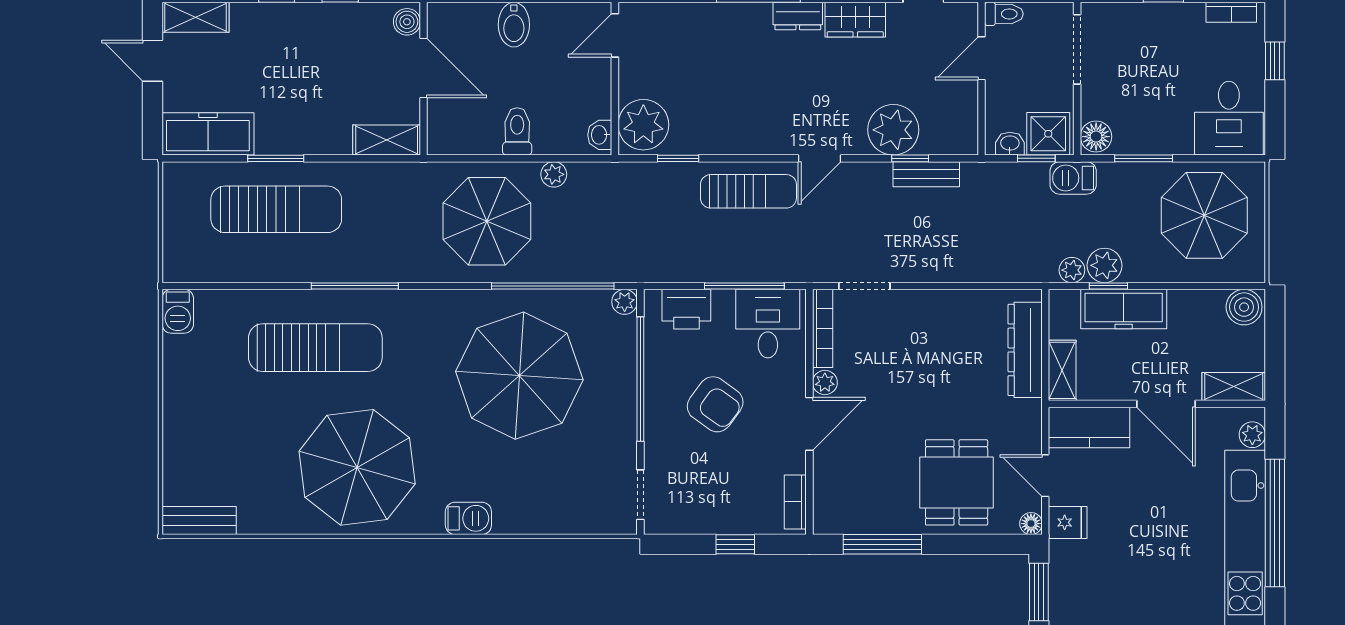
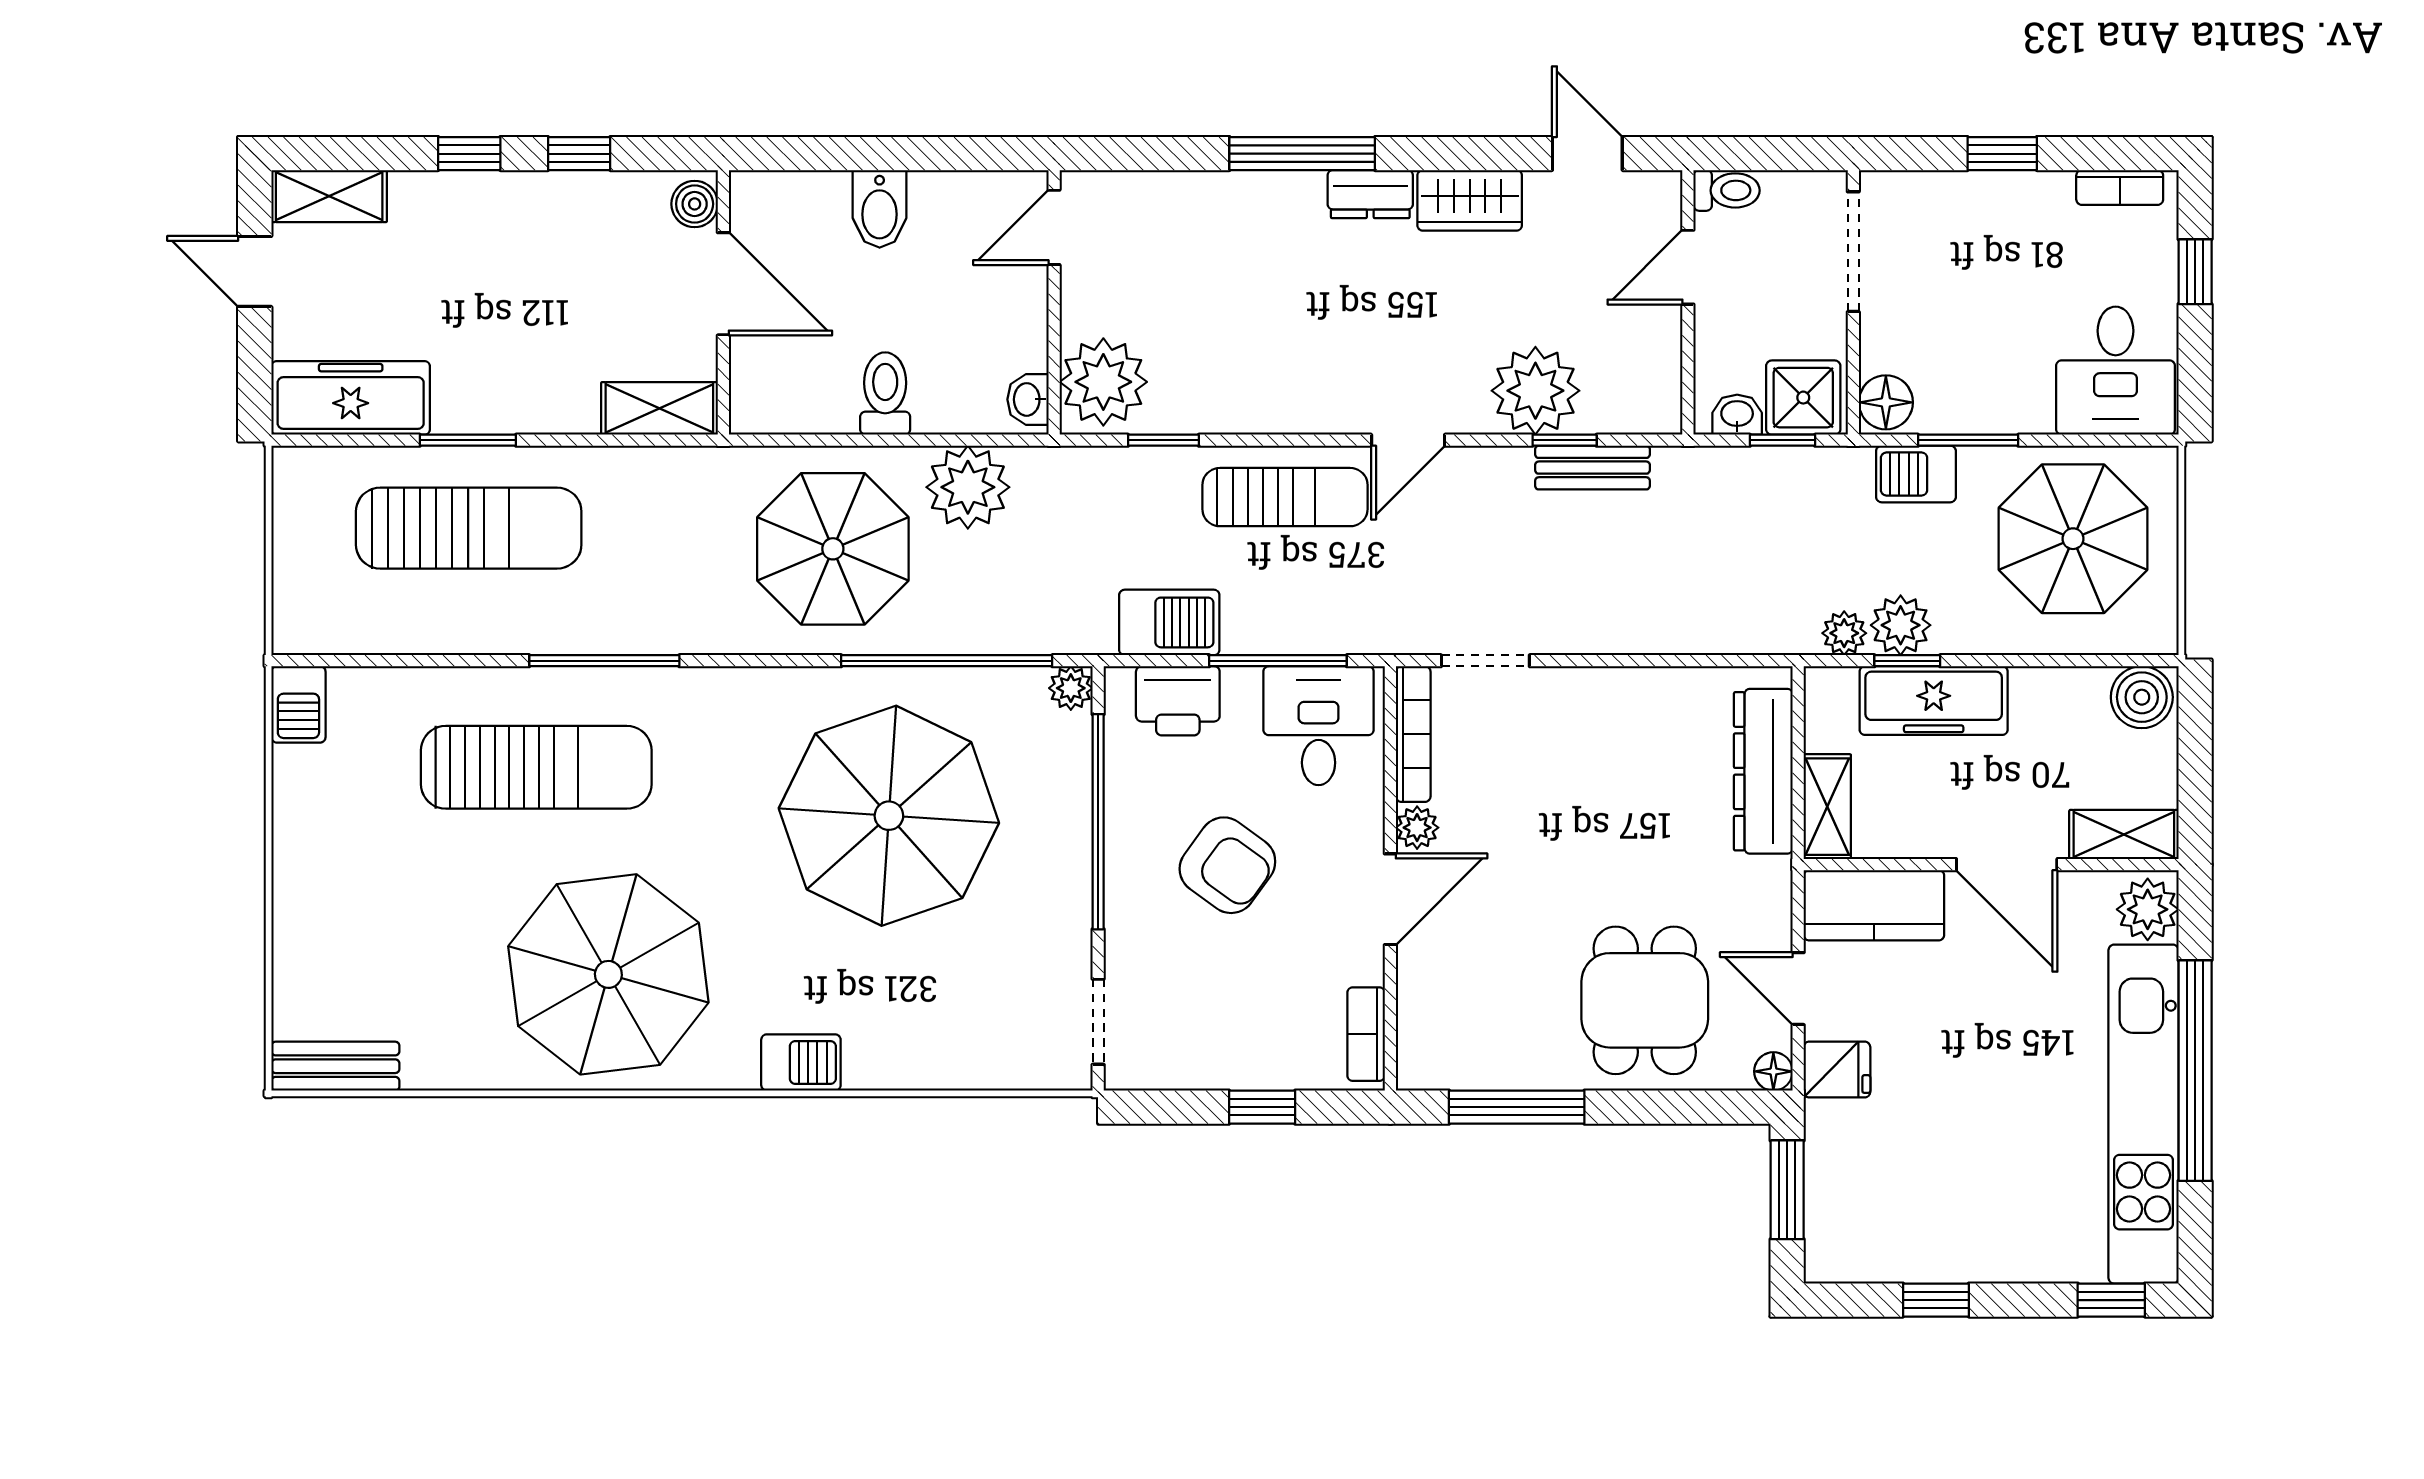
plant: (554, 174) -> (968, 487), width x1.88, depth x1.88
barbecue: (1073, 178) -> (1916, 474), moved
barbecue: (682, 264) -> (1169, 622), added
plant: (1252, 435) -> (2148, 909), width x1.38, depth x1.38

